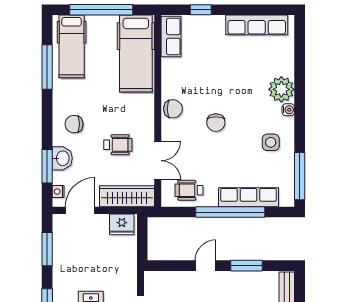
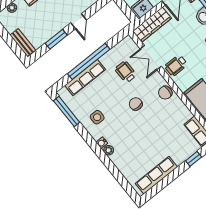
plant: (281, 89) -> (109, 150), width x0.53, depth x0.53
wheelchair: (118, 145) -> (176, 65), moved
wheelchair: (189, 190) -> (126, 72), moved, turned -90

